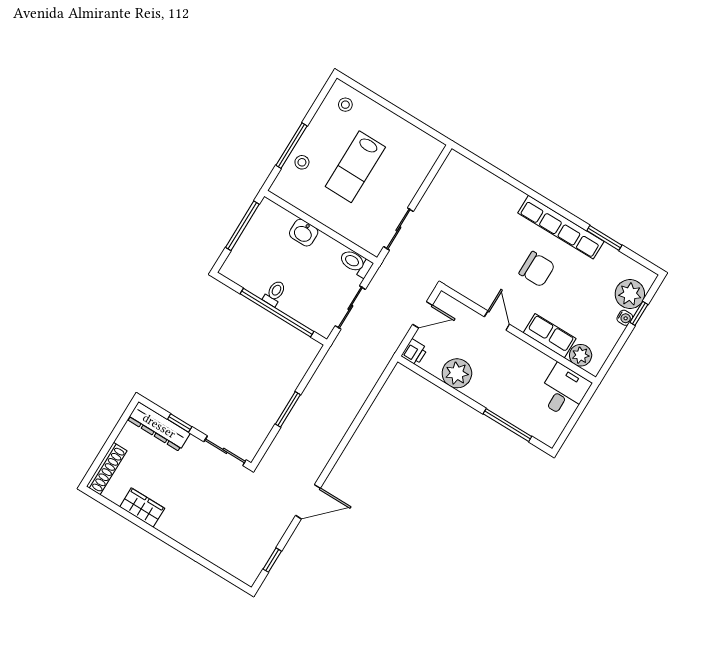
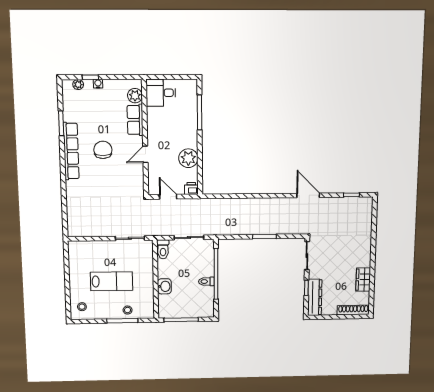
plant: (630, 294) -> (78, 85), width x0.53, depth x0.53

